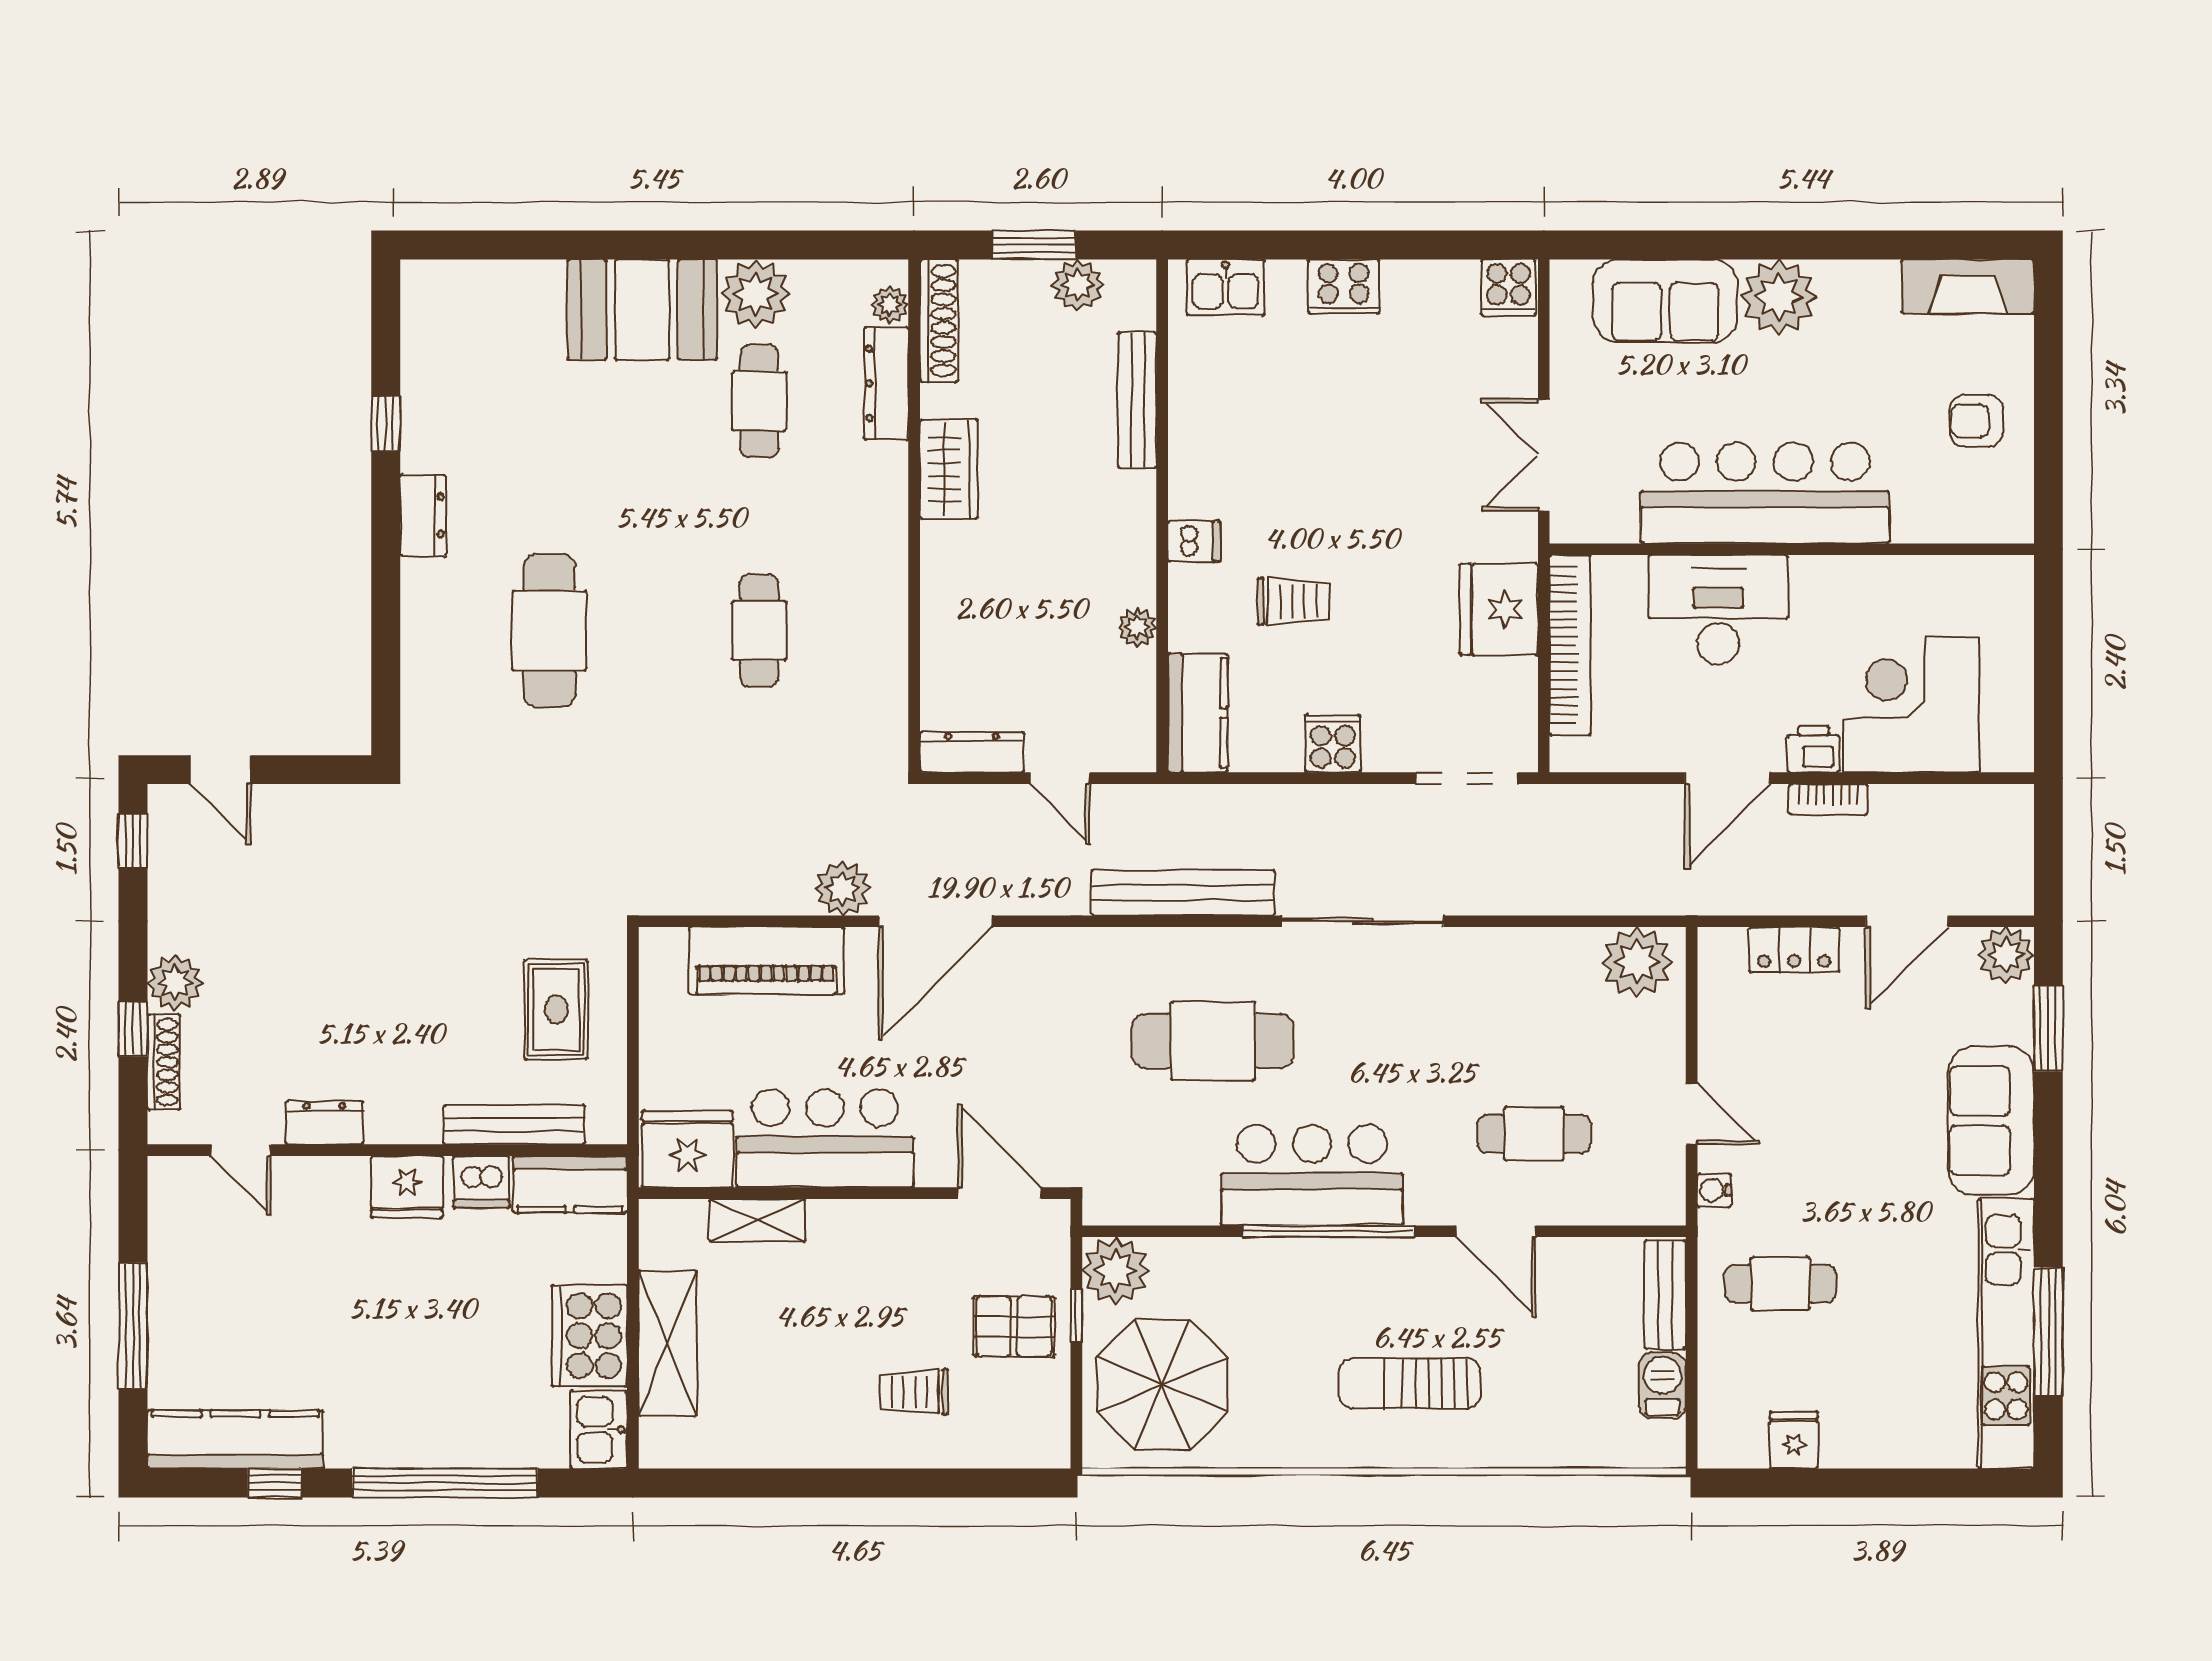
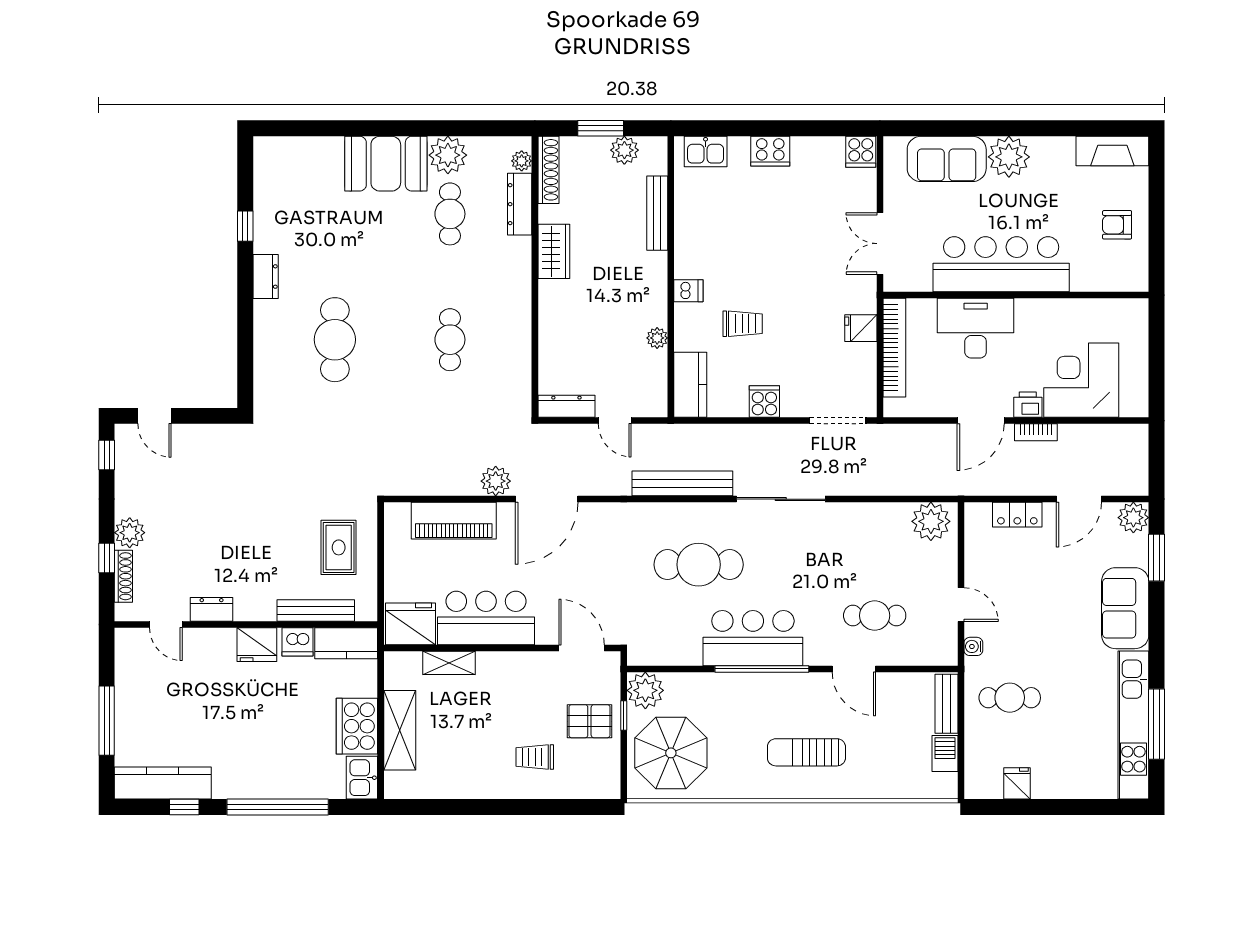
fridge: (1499, 609) -> (861, 328), width x0.53, depth x0.75

